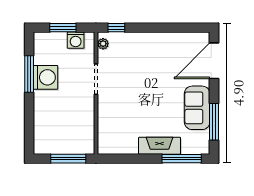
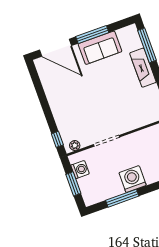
washing machine: (45, 77) -> (133, 179), moved
window: (214, 122) -> (92, 35), moved

